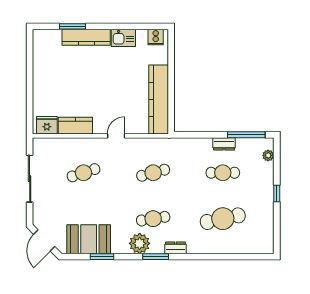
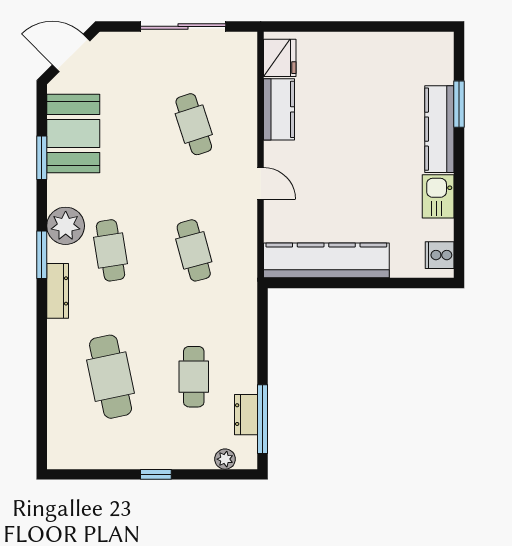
dresser: (224, 144) -> (246, 415), moved
dresser: (175, 248) -> (58, 291), width x1.44

